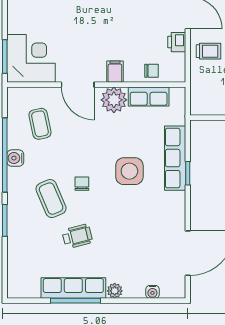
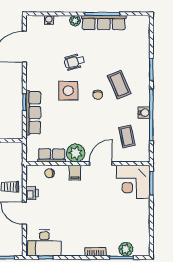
door: (78, 85) -> (101, 164), hinge flipped
side table: (129, 171) -> (68, 91), moved
wheelchair: (77, 236) -> (74, 62), moved

